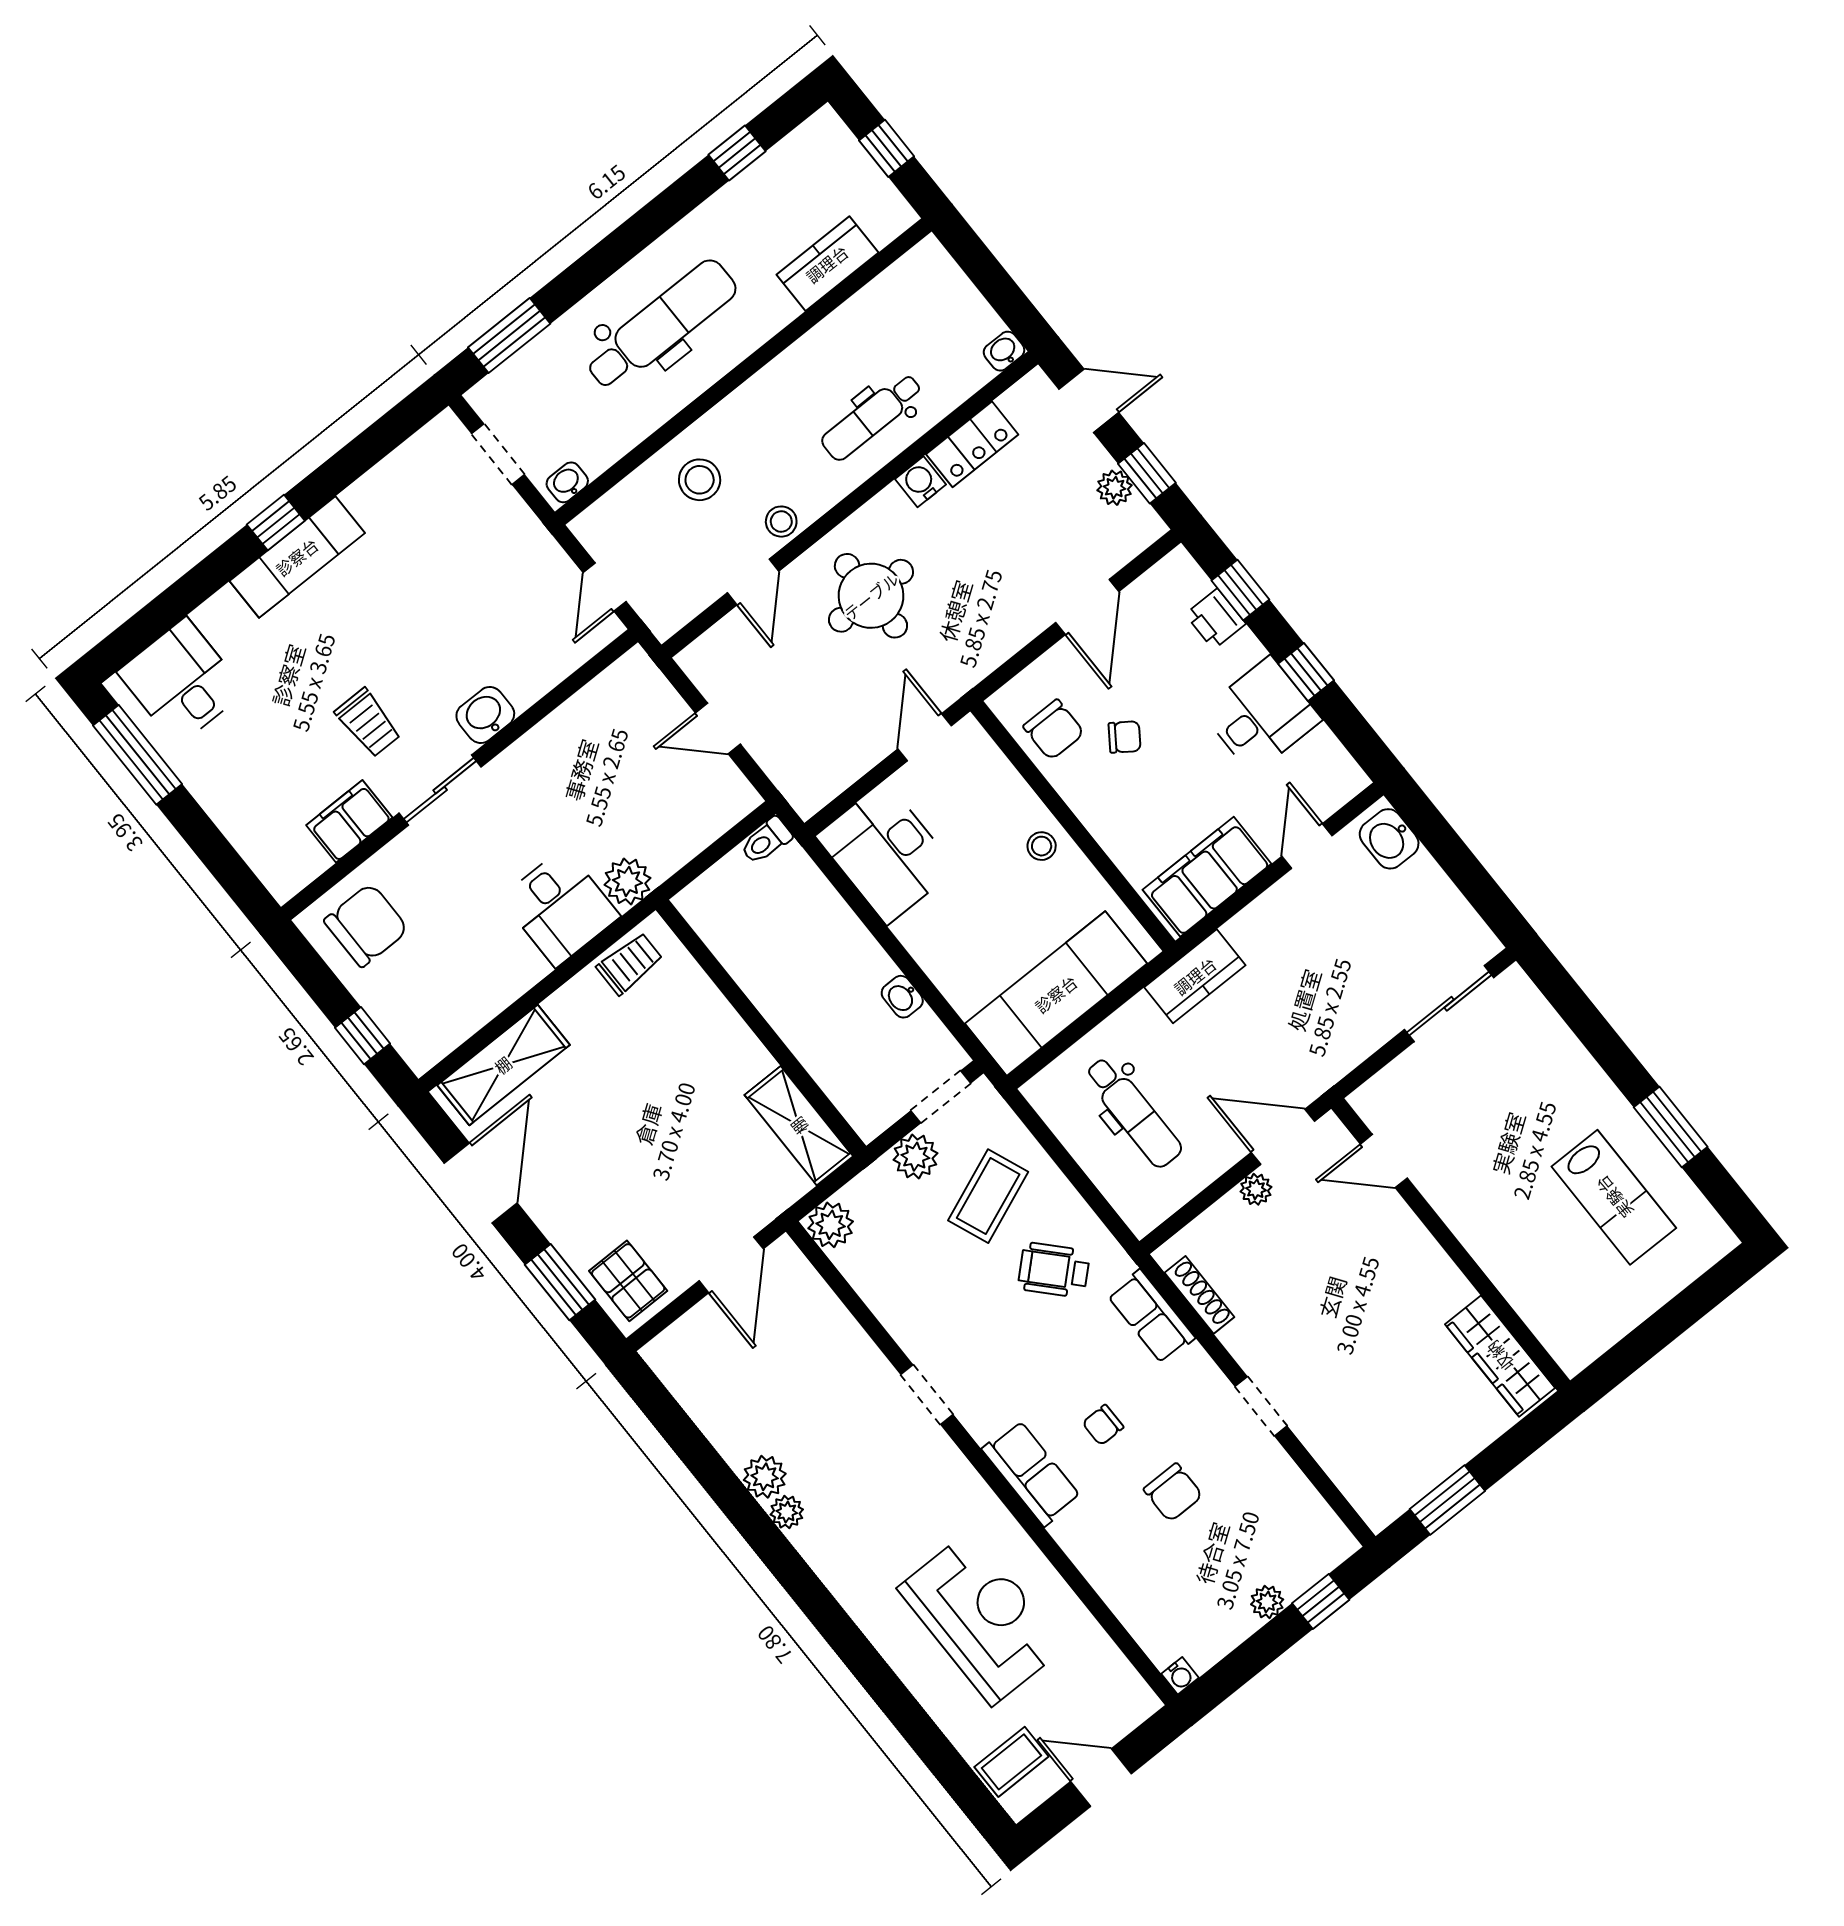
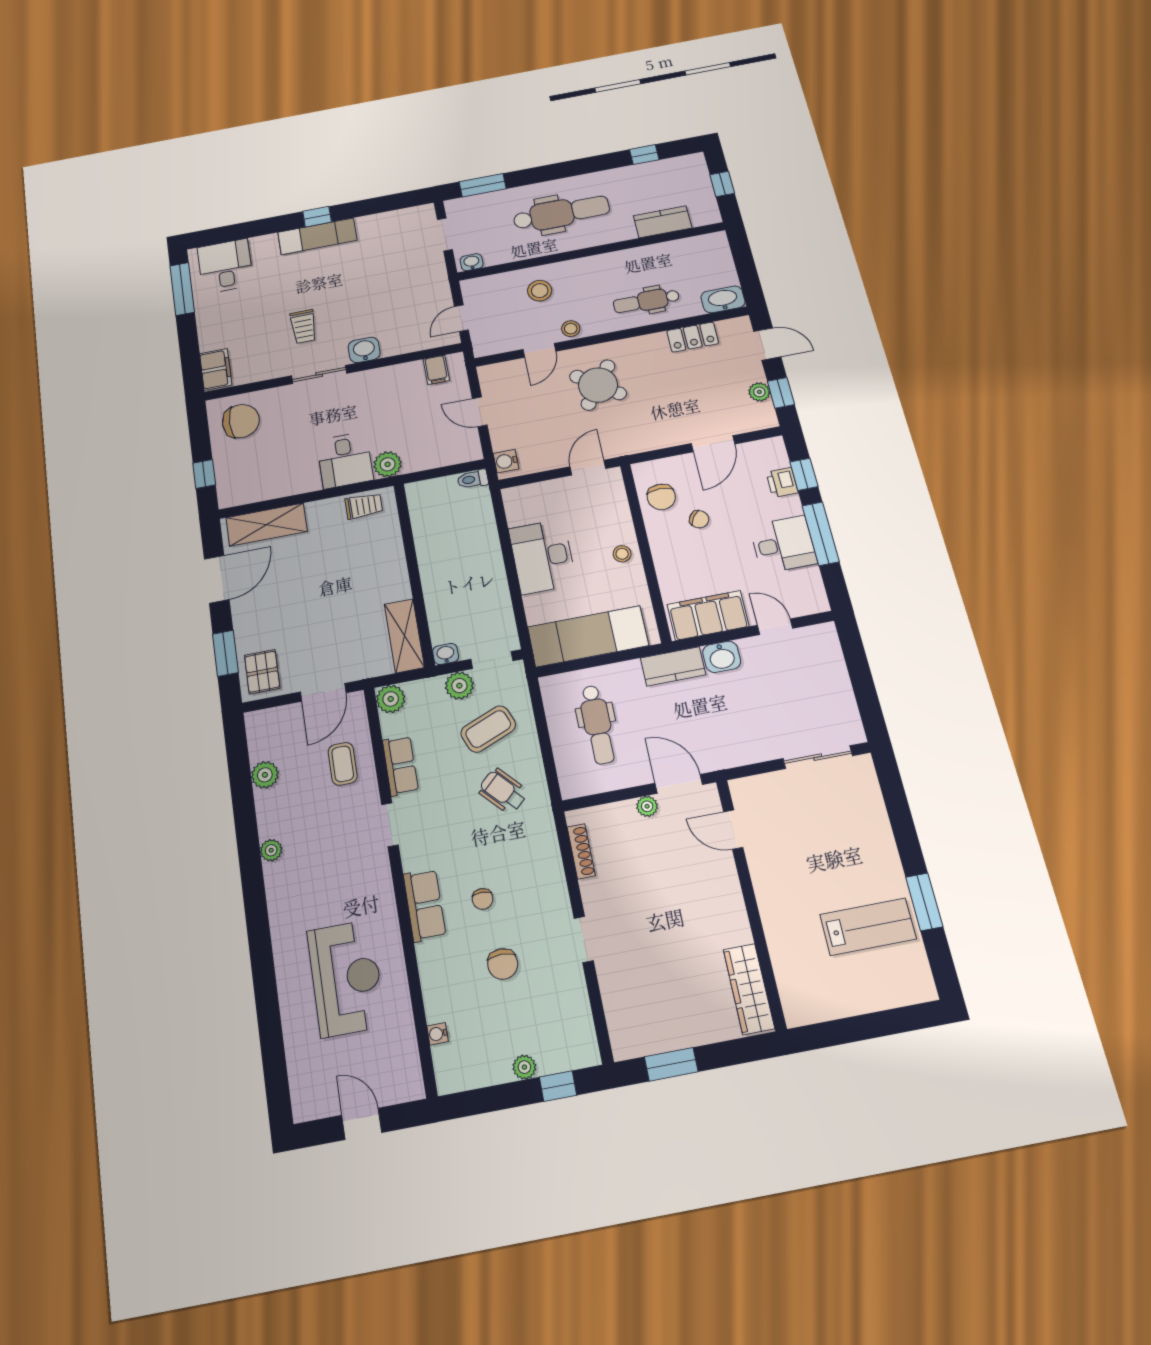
washbasin: (1004, 351) -> (723, 299), width x1.91, depth x1.45
water cooler: (920, 482) -> (506, 461), moved, turned -90
round table: (871, 596) -> (598, 385), turned 36
window: (1306, 672) -> (821, 534), width x2.17
filing cabinet: (614, 693) -> (436, 370), added
filing cabinet: (349, 821) -> (216, 369), moved, turned 90
washbasin: (1389, 839) -> (722, 657), moved, turned -90
door: (1307, 846) -> (775, 627), hinge flipped
desk: (886, 853) -> (542, 557), moved
washbasin: (902, 997) -> (446, 654), moved, turned 90
lab bench: (1614, 1197) -> (868, 927), turned -90
row of seats: (1151, 1317) -> (400, 766), moved, turned 180
chair: (1103, 1425) -> (483, 899), turned -90
plant: (765, 1477) -> (265, 775), moved
water cooler: (1180, 1676) -> (438, 1034), moved, turned 90
coffee table: (1011, 1762) -> (343, 764), moved, turned 90

